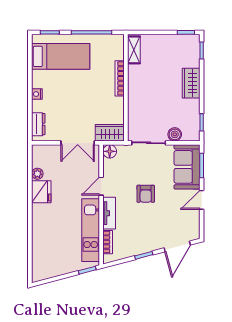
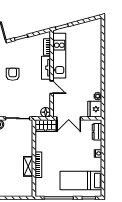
shelving: (134, 50) -> (28, 166), moved
double door: (78, 143) -> (69, 118), swing flipped
door: (101, 186) -> (52, 87), hinge flipped
fridge: (41, 192) -> (95, 109), moved
armchair: (146, 194) -> (13, 74), moved

